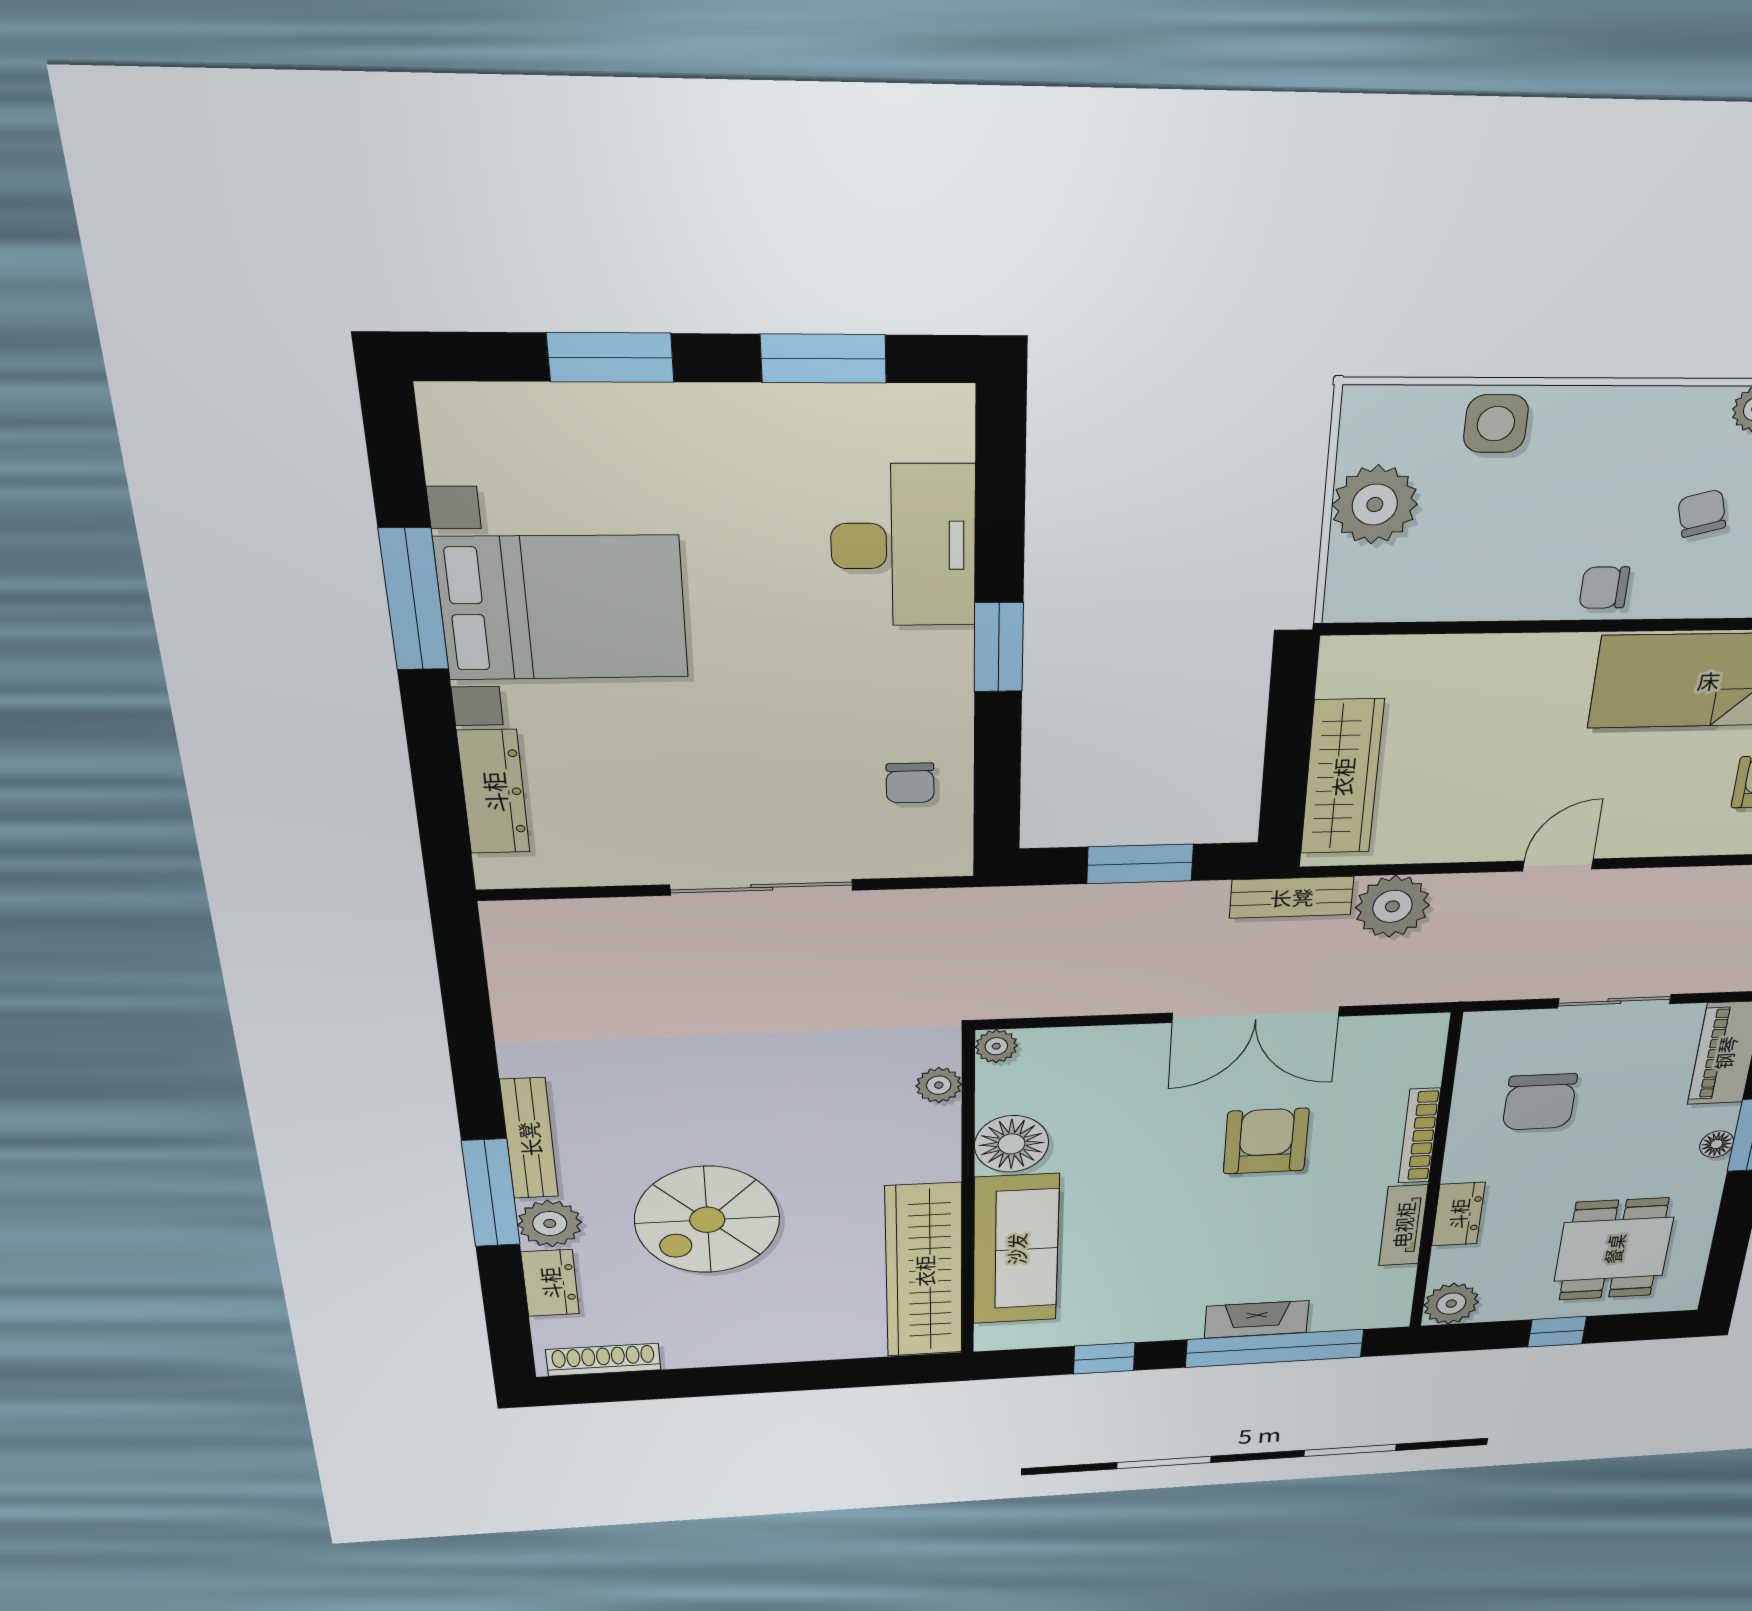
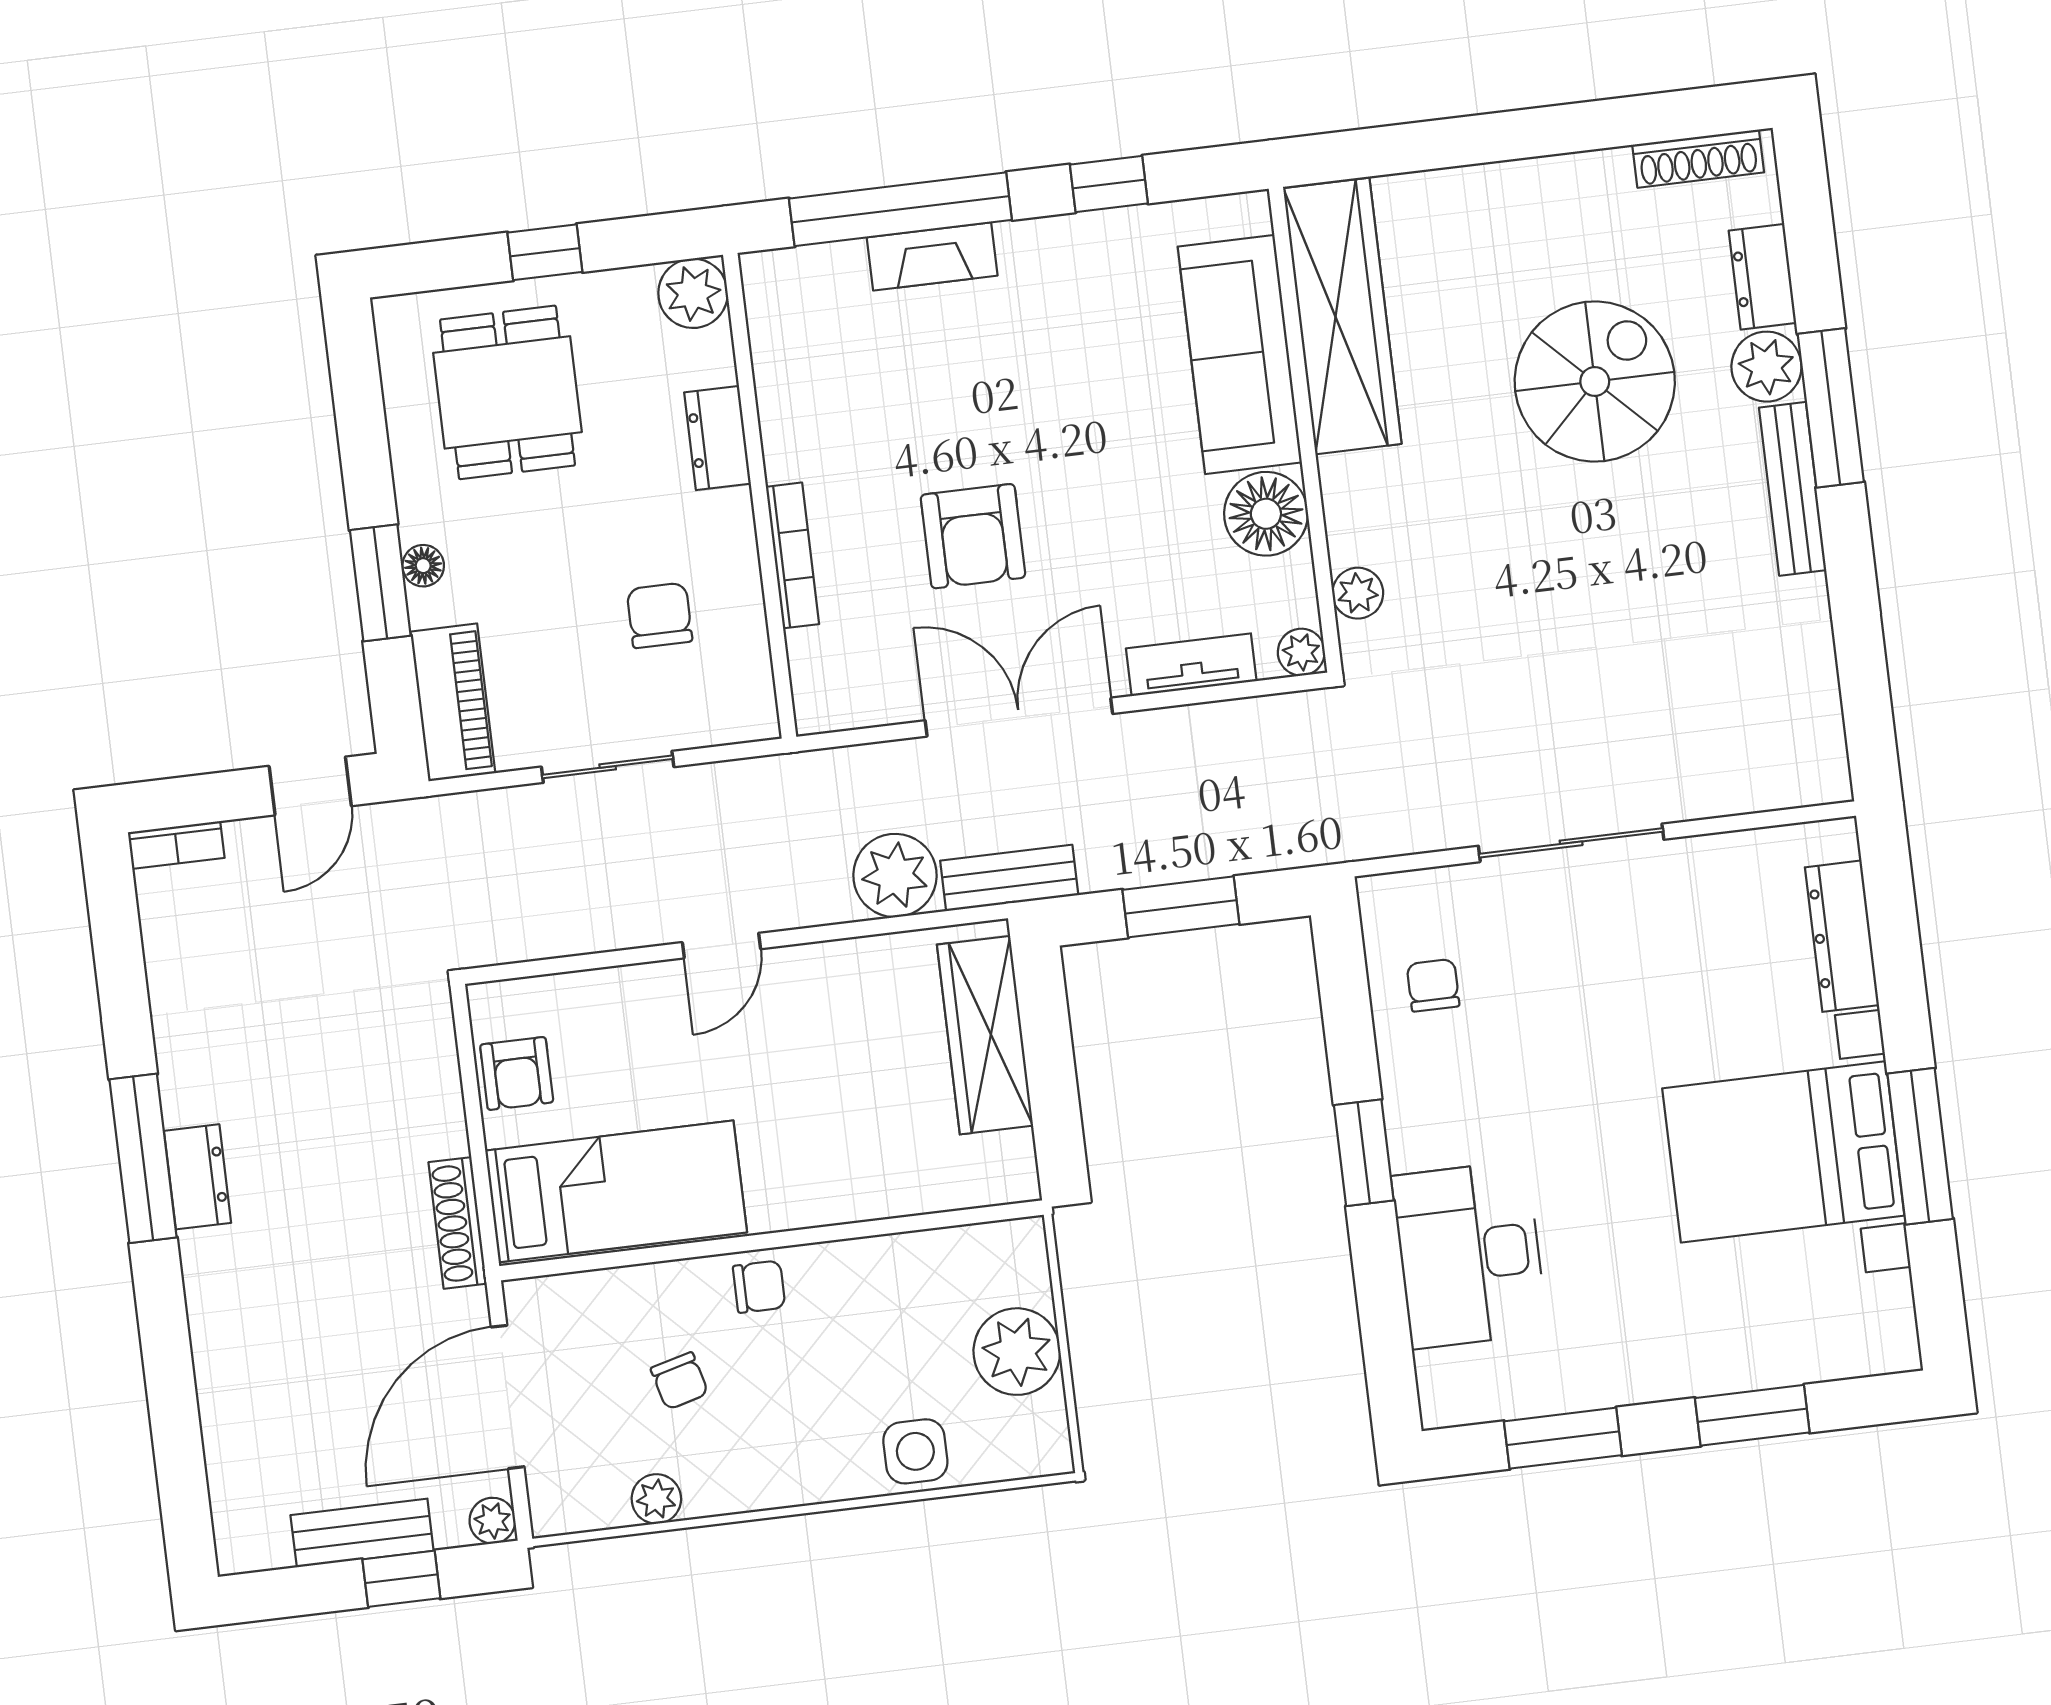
chair: (1540, 1102) -> (659, 615), width x0.73, depth x0.73
tv unit: (1403, 1225) -> (1191, 665), moved, turned -90

